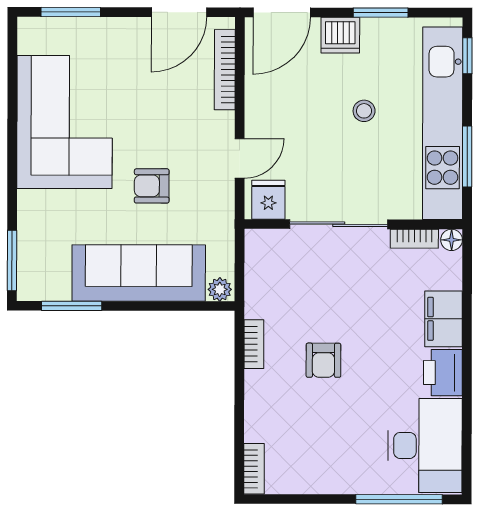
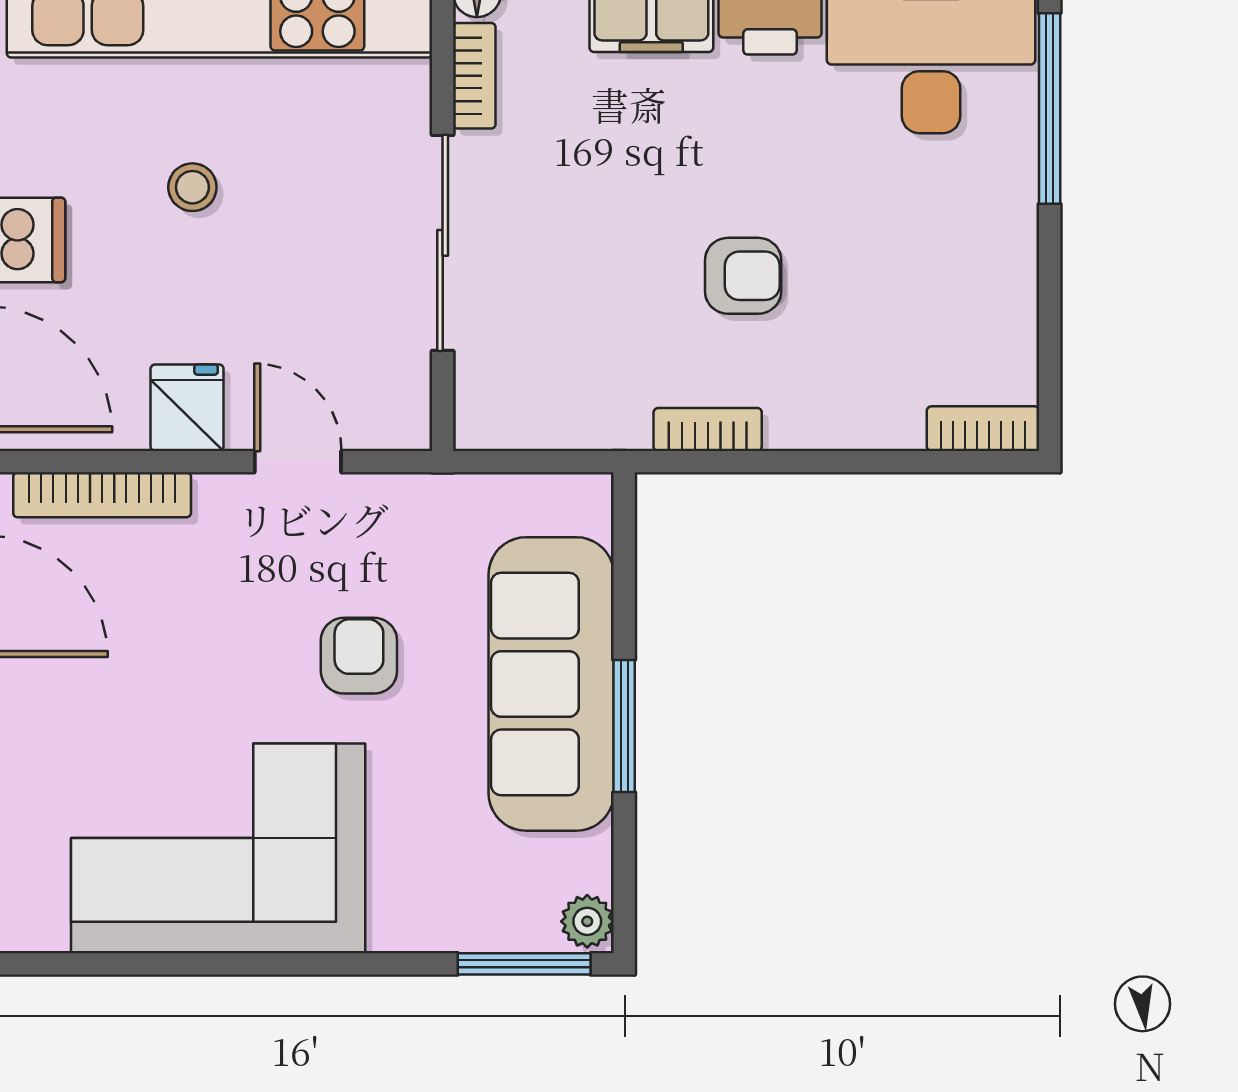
armchair: (152, 186) -> (359, 656), turned 180
fridge: (268, 200) -> (187, 408), moved, turned 90
plant: (220, 289) -> (587, 921), moved
window: (72, 306) -> (624, 726), moved

